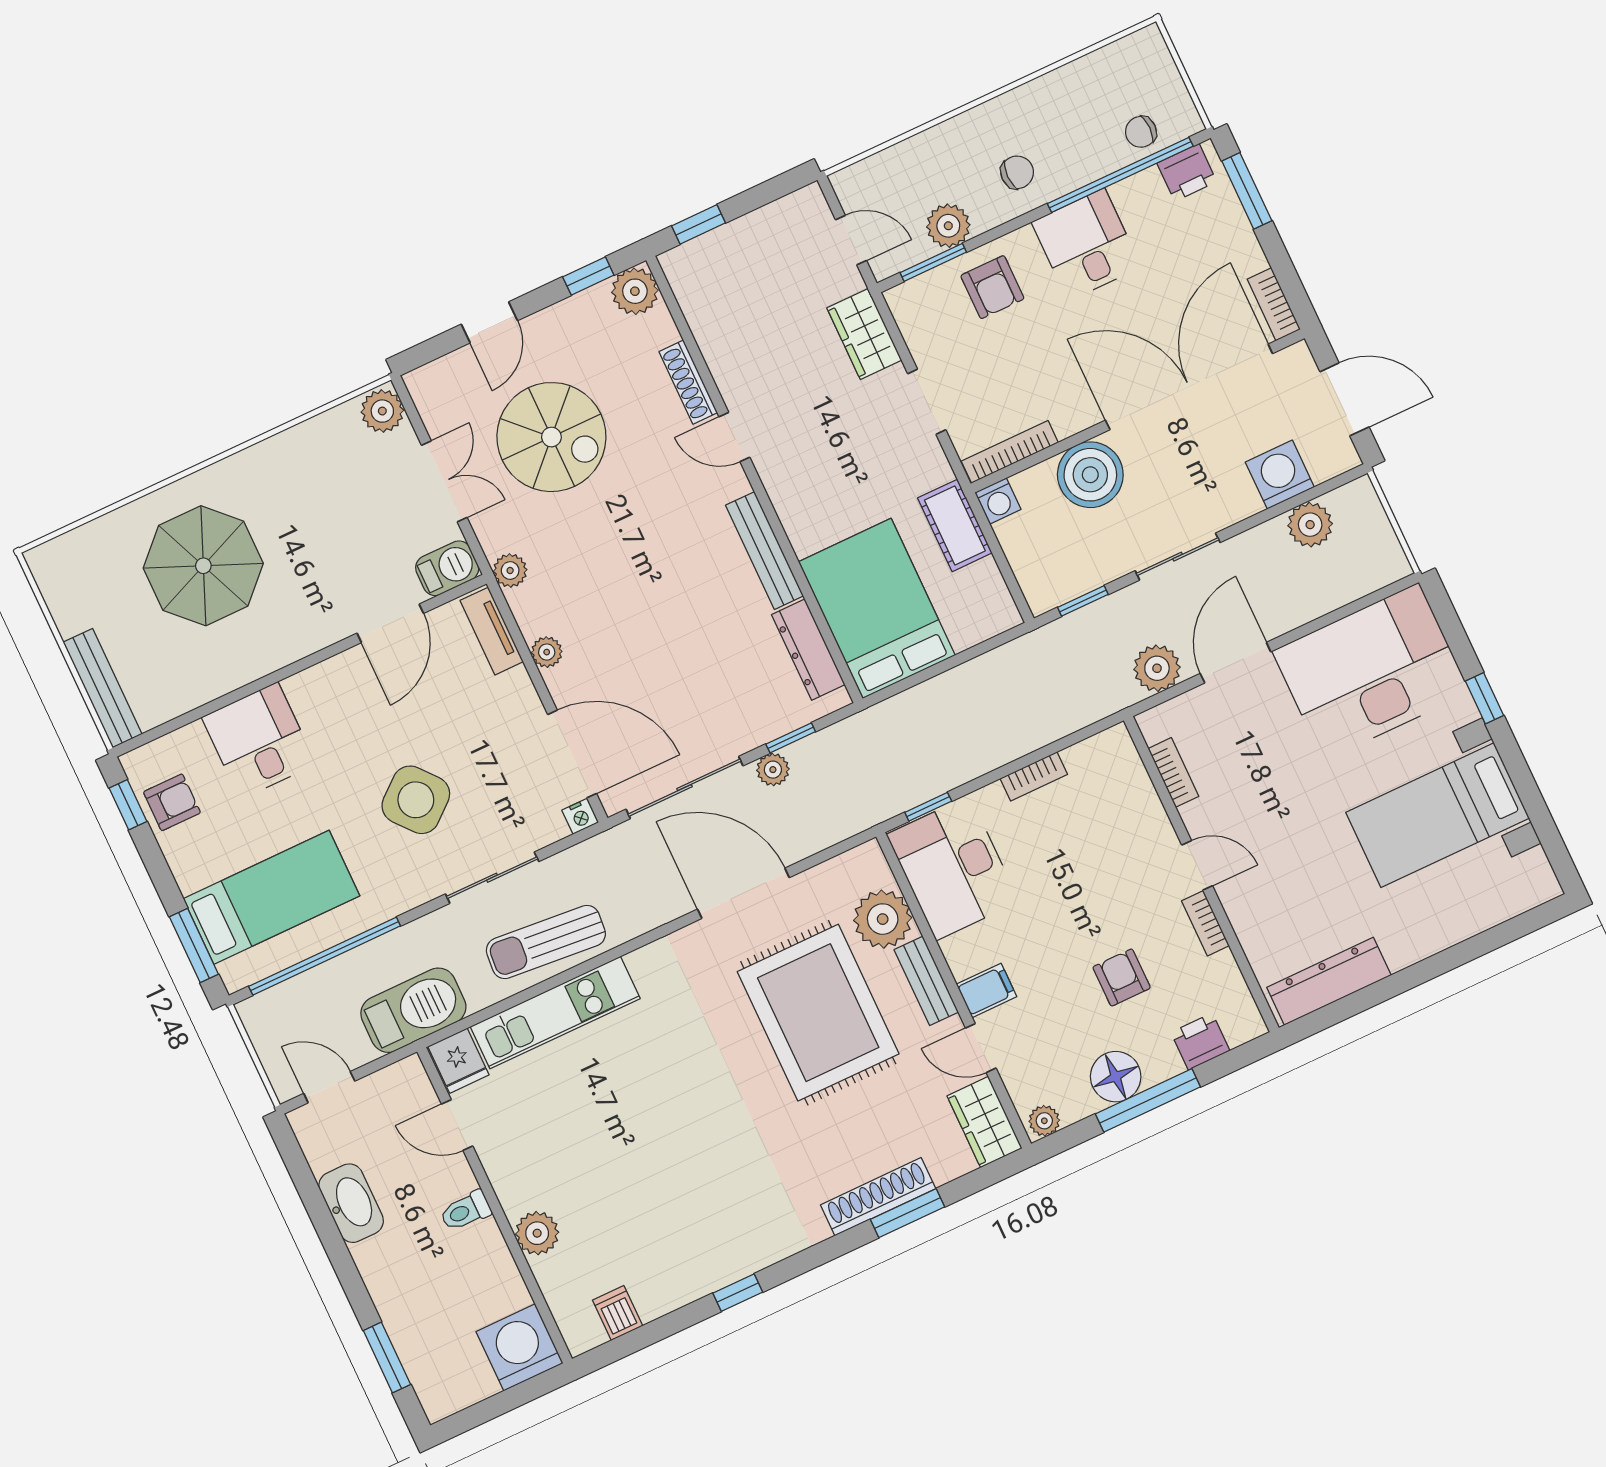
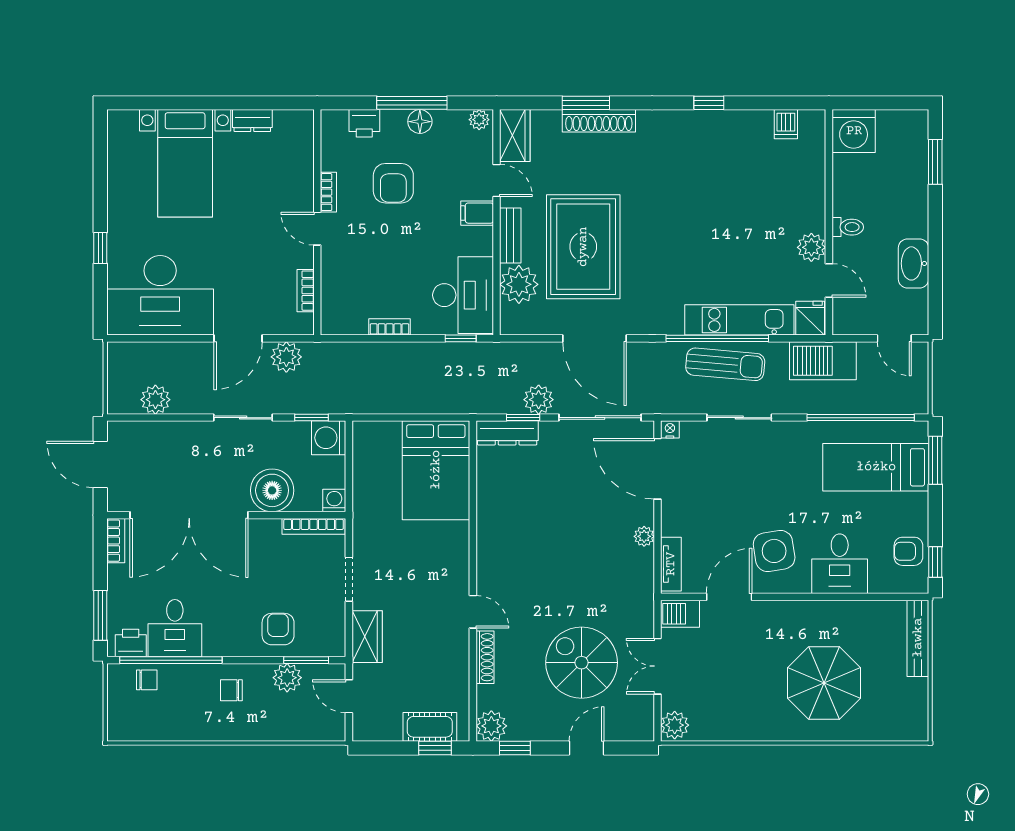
desk: (1086, 245) -> (175, 628), moved
washing machine: (1280, 475) -> (329, 438), moved, turned 90
cot: (955, 525) -> (430, 727), moved, turned 90
bench: (764, 551) -> (487, 536), removed
plant: (510, 571) -> (643, 595), removed
dresser: (808, 650) -> (507, 433), moved, turned 90
plant: (773, 770) -> (539, 400), width x1.38, depth x1.38
side table: (416, 800) -> (774, 551), moved, turned 31
bed with nightstands: (1438, 815) -> (185, 163), moved, turned 90
window: (574, 973) -> (717, 338), added
armchair: (1122, 977) -> (393, 183), width x1.38, depth x1.38
dresser: (1329, 981) -> (252, 121), width x0.51, depth x0.80
floor lamp: (1116, 1077) -> (420, 122), width x0.73, depth x0.73
plant: (537, 1233) -> (811, 247), moved

